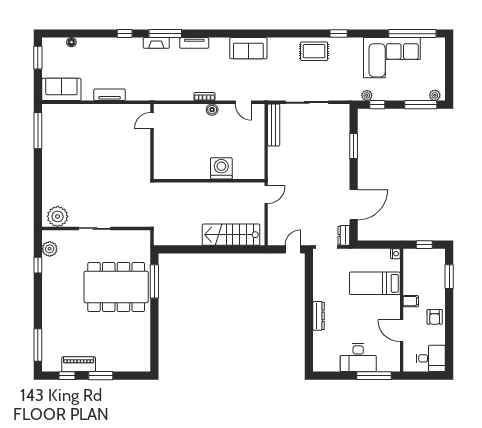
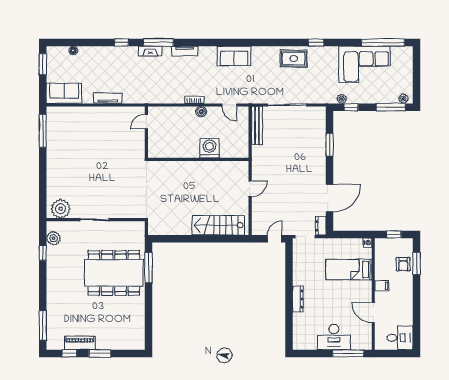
washing machine: (221, 168) -> (209, 148), moved
wall: (209, 181) -> (198, 159), moved
armchair: (435, 317) -> (403, 264), moved

